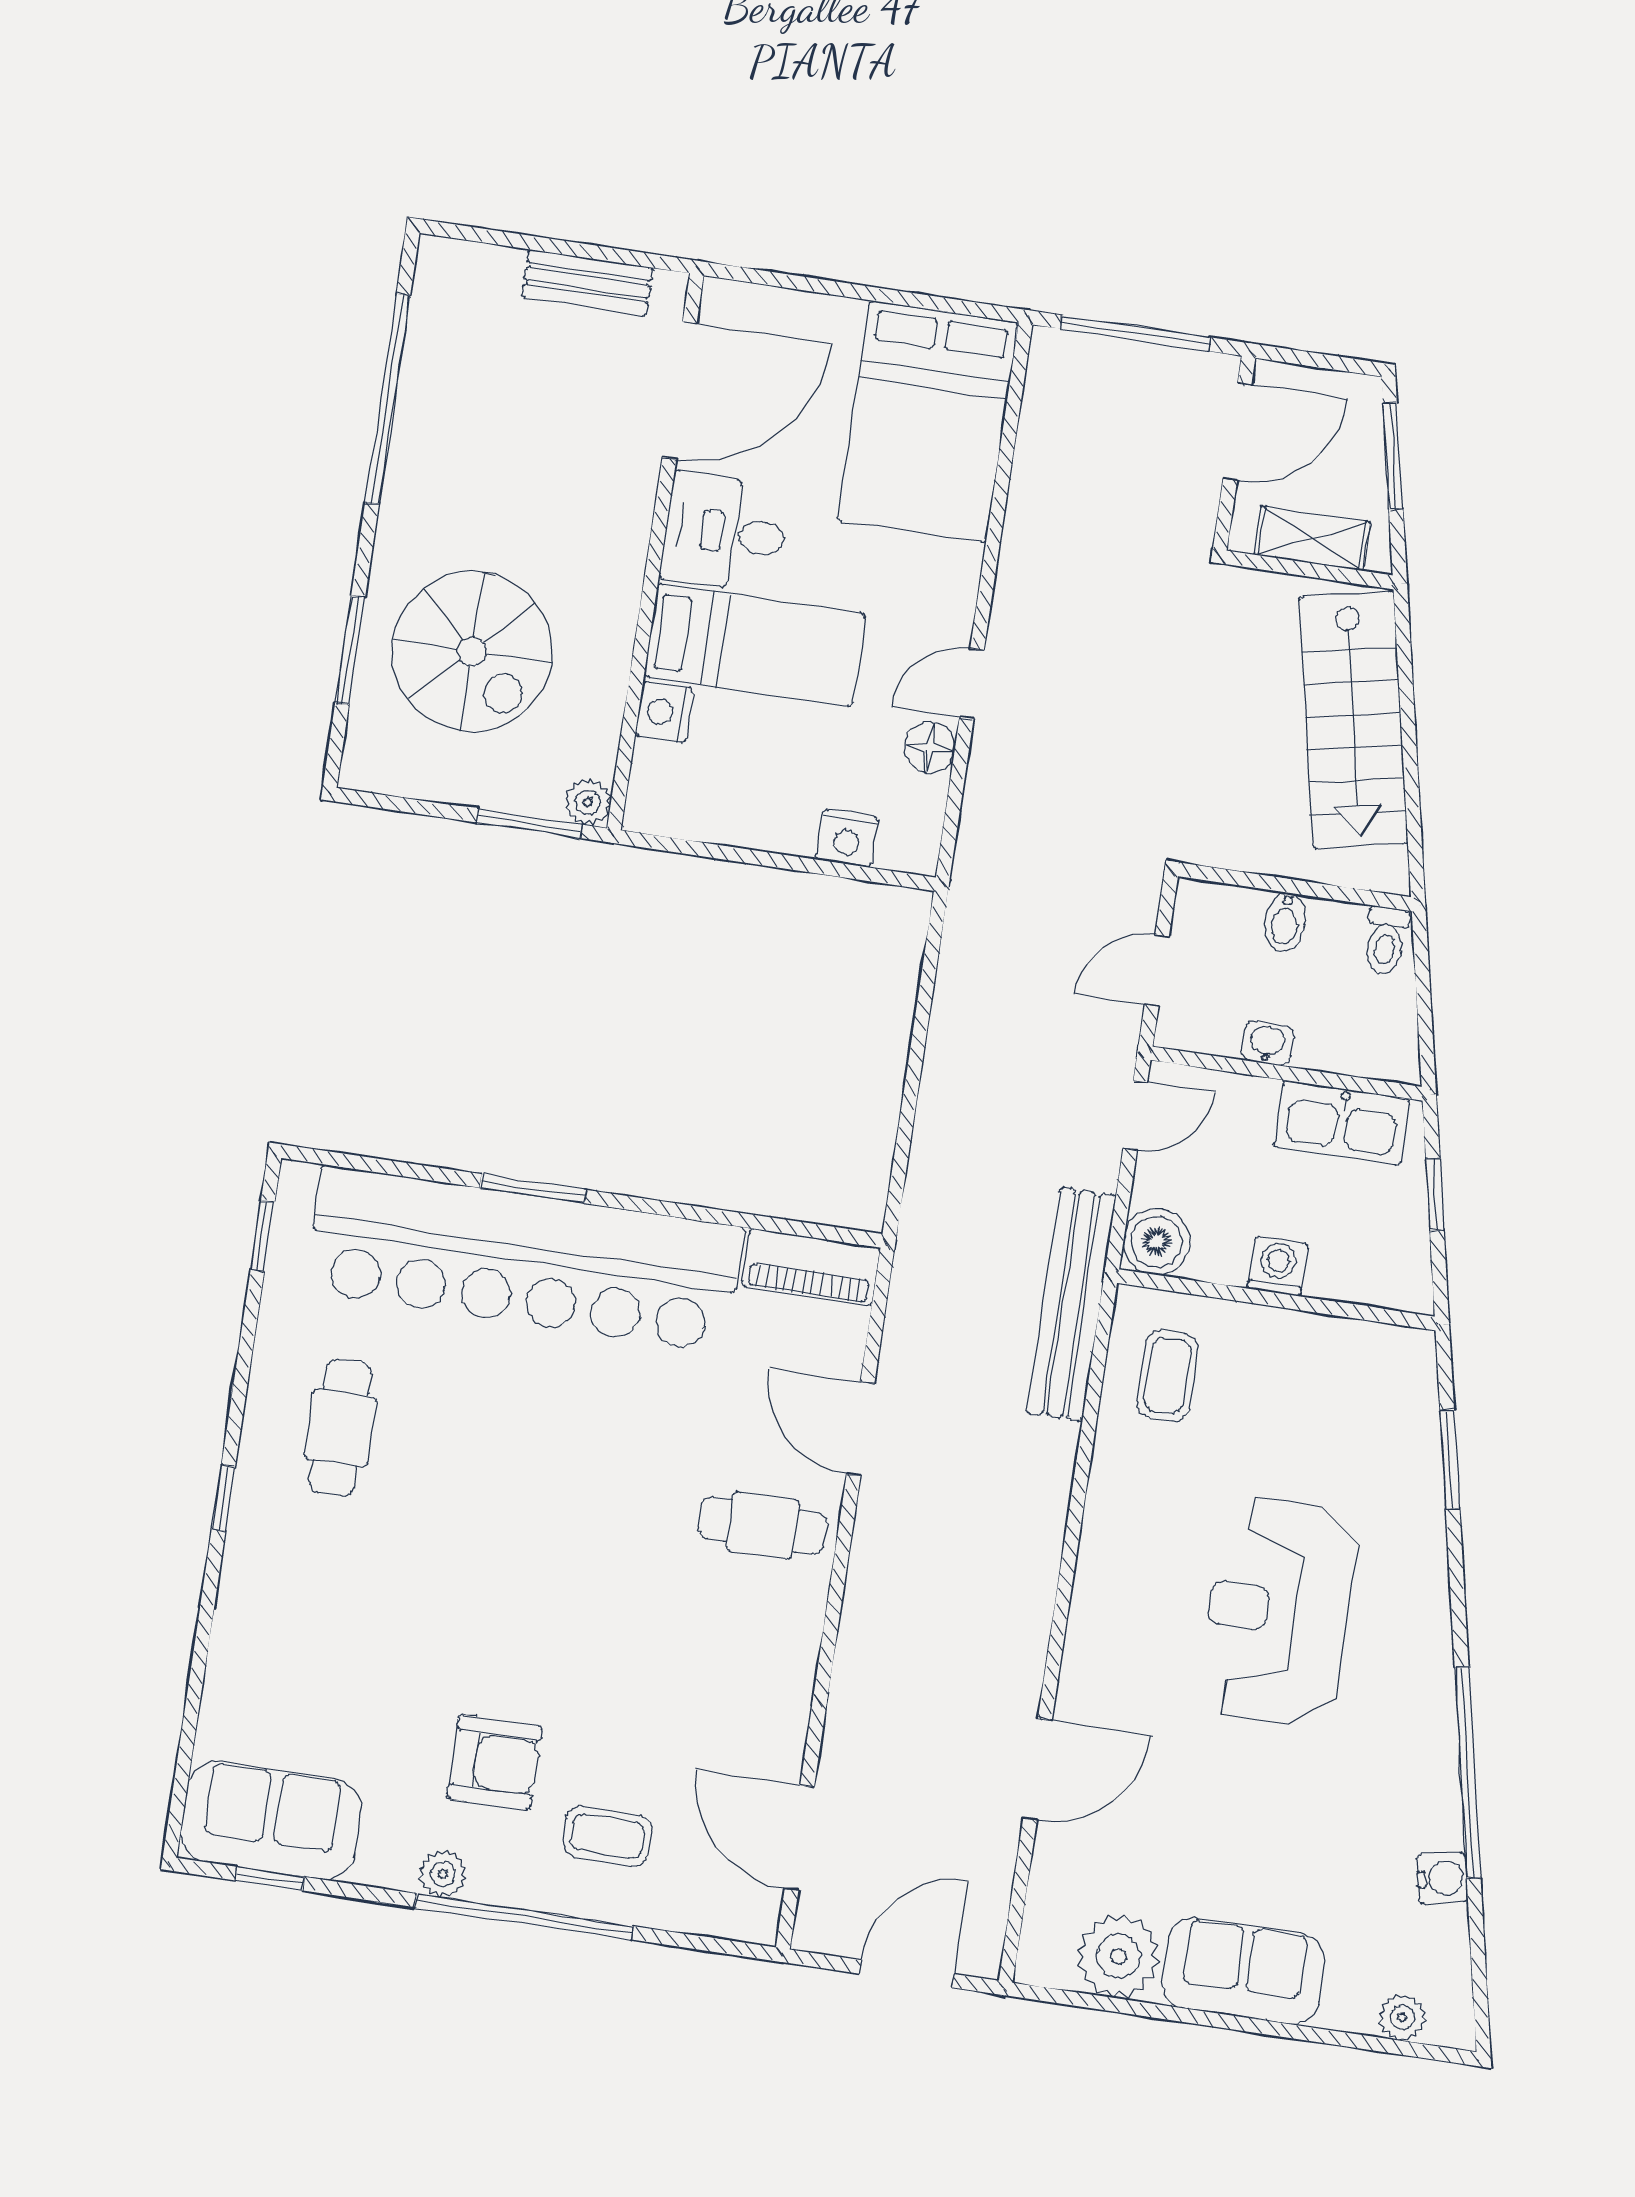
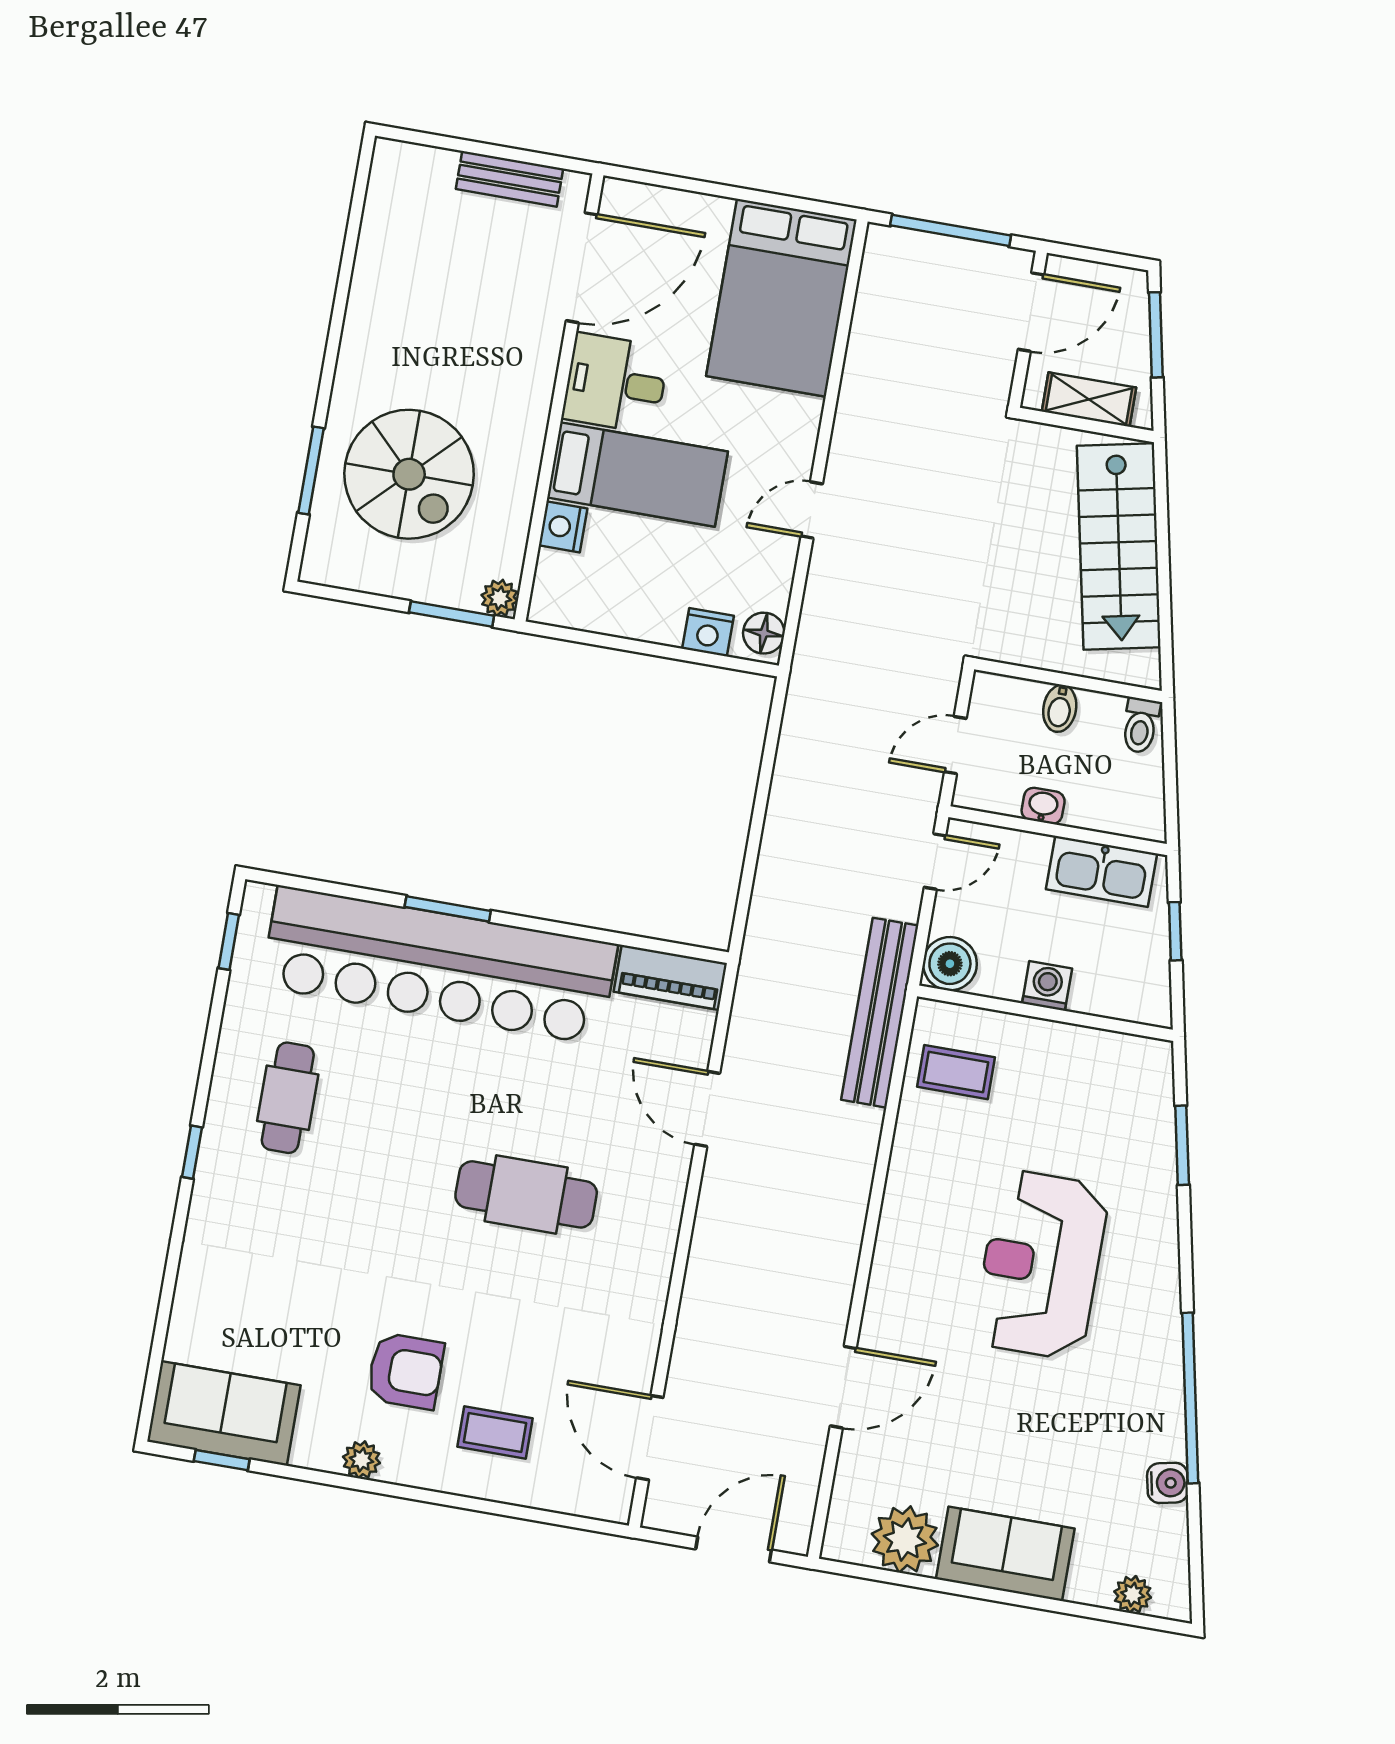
window: (388, 399) -> (346, 269), removed
floor lamp: (930, 748) -> (764, 633), moved
coffee table: (1168, 1376) -> (956, 1072), turned 90
cafe table: (763, 1525) -> (526, 1194), moved, width x1.37, depth x1.35
window: (524, 1917) -> (426, 1496), removed

